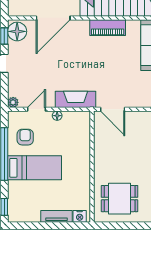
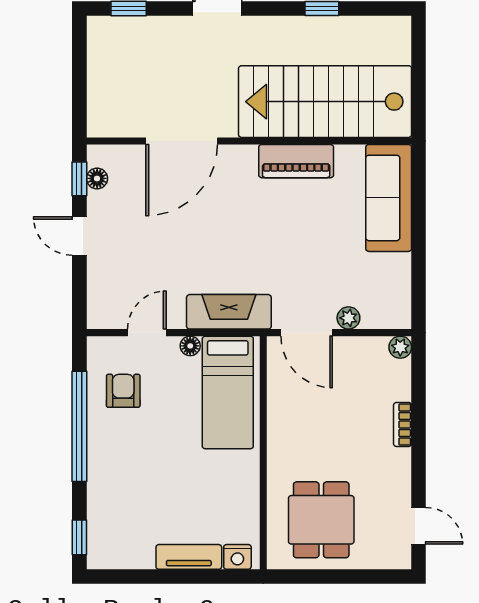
floor lamp: (17, 31) -> (97, 178), width x0.53, depth x0.53
plant: (13, 102) -> (348, 318), moved
bed: (35, 168) -> (228, 392), moved, turned 90
dining table: (120, 199) -> (321, 520), turned 90

